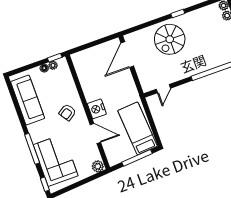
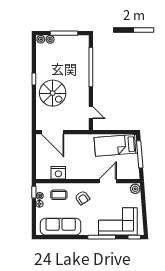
coffee table: (62, 86) -> (59, 195), added
nightstand: (97, 109) -> (58, 173), moved

